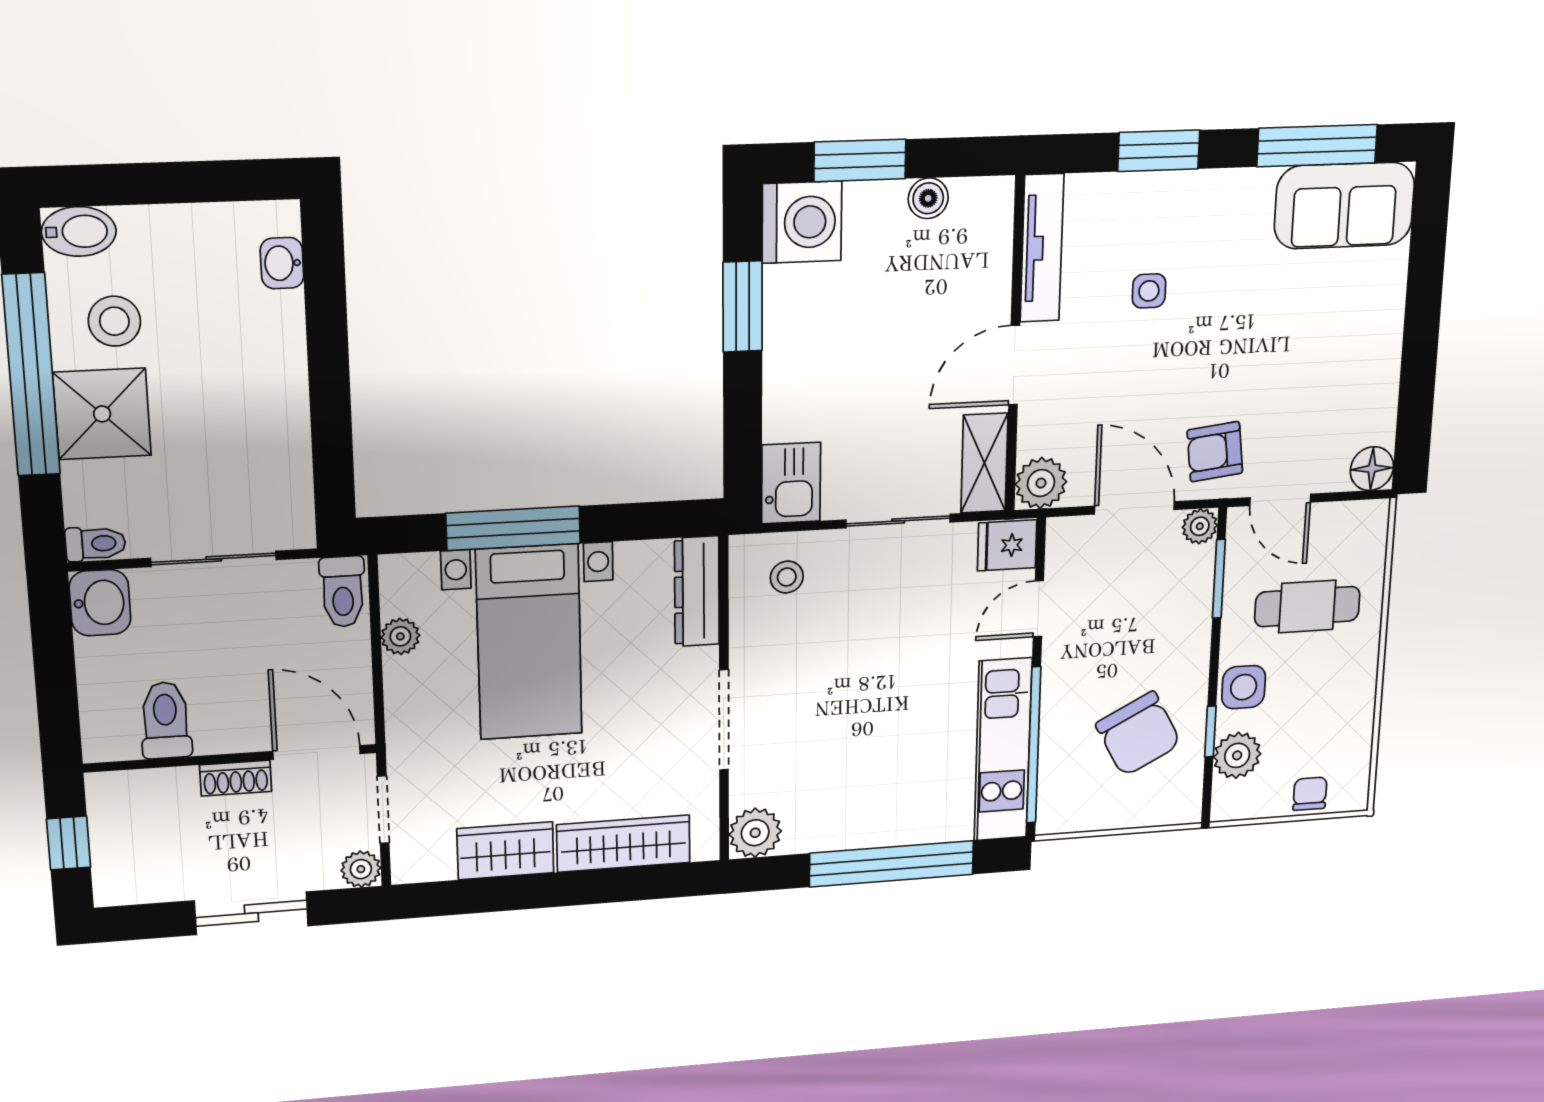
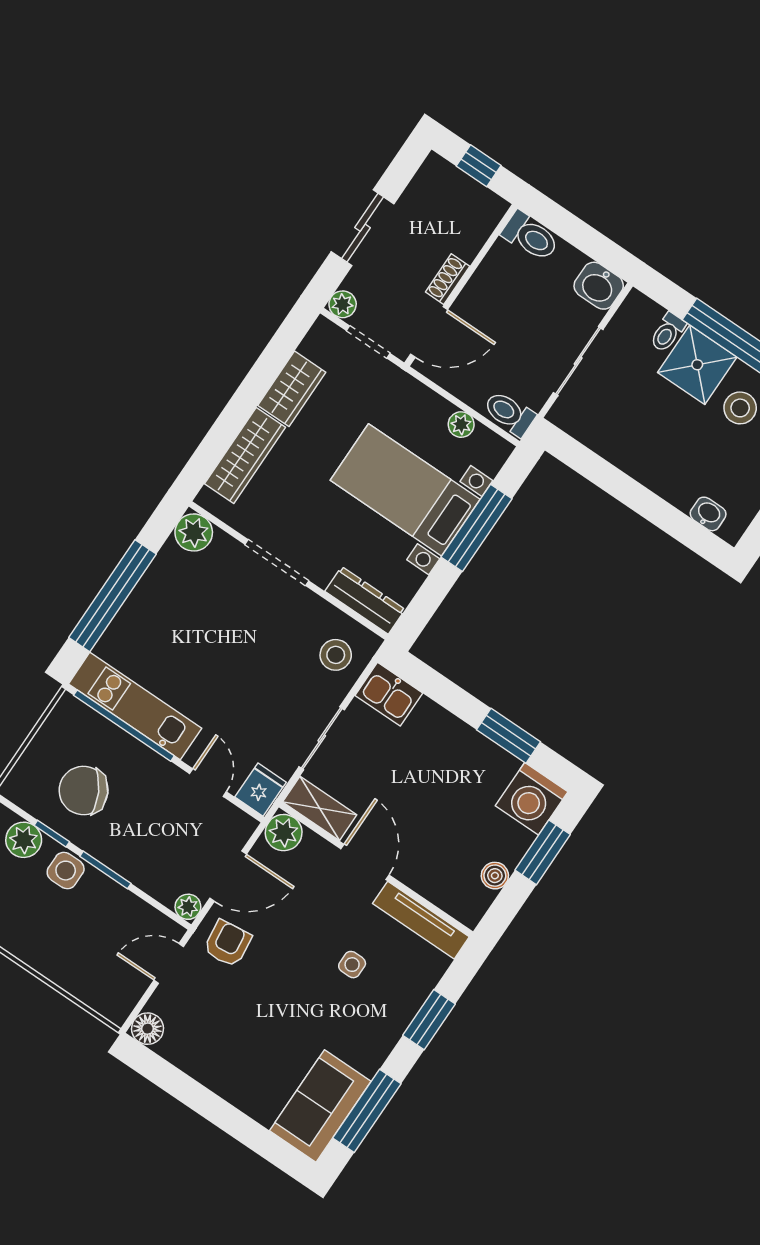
toilet: (95, 544) -> (668, 332), moved
stool: (787, 577) -> (336, 655), width x1.37, depth x1.37
window: (1219, 579) -> (105, 870), moved
cafe table: (1307, 607) -> (89, 939), removed
toilet: (166, 720) -> (530, 236), moved

